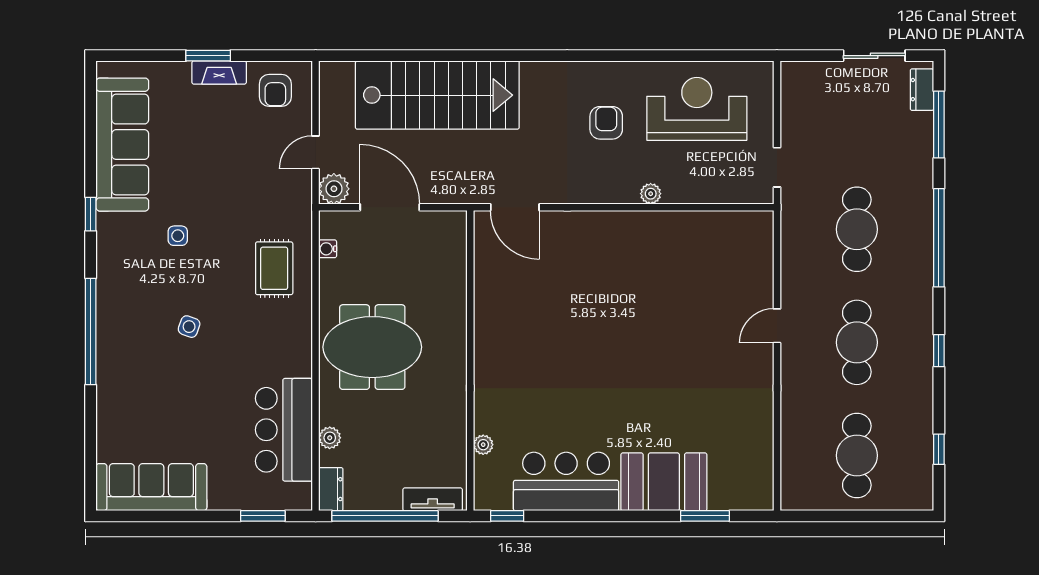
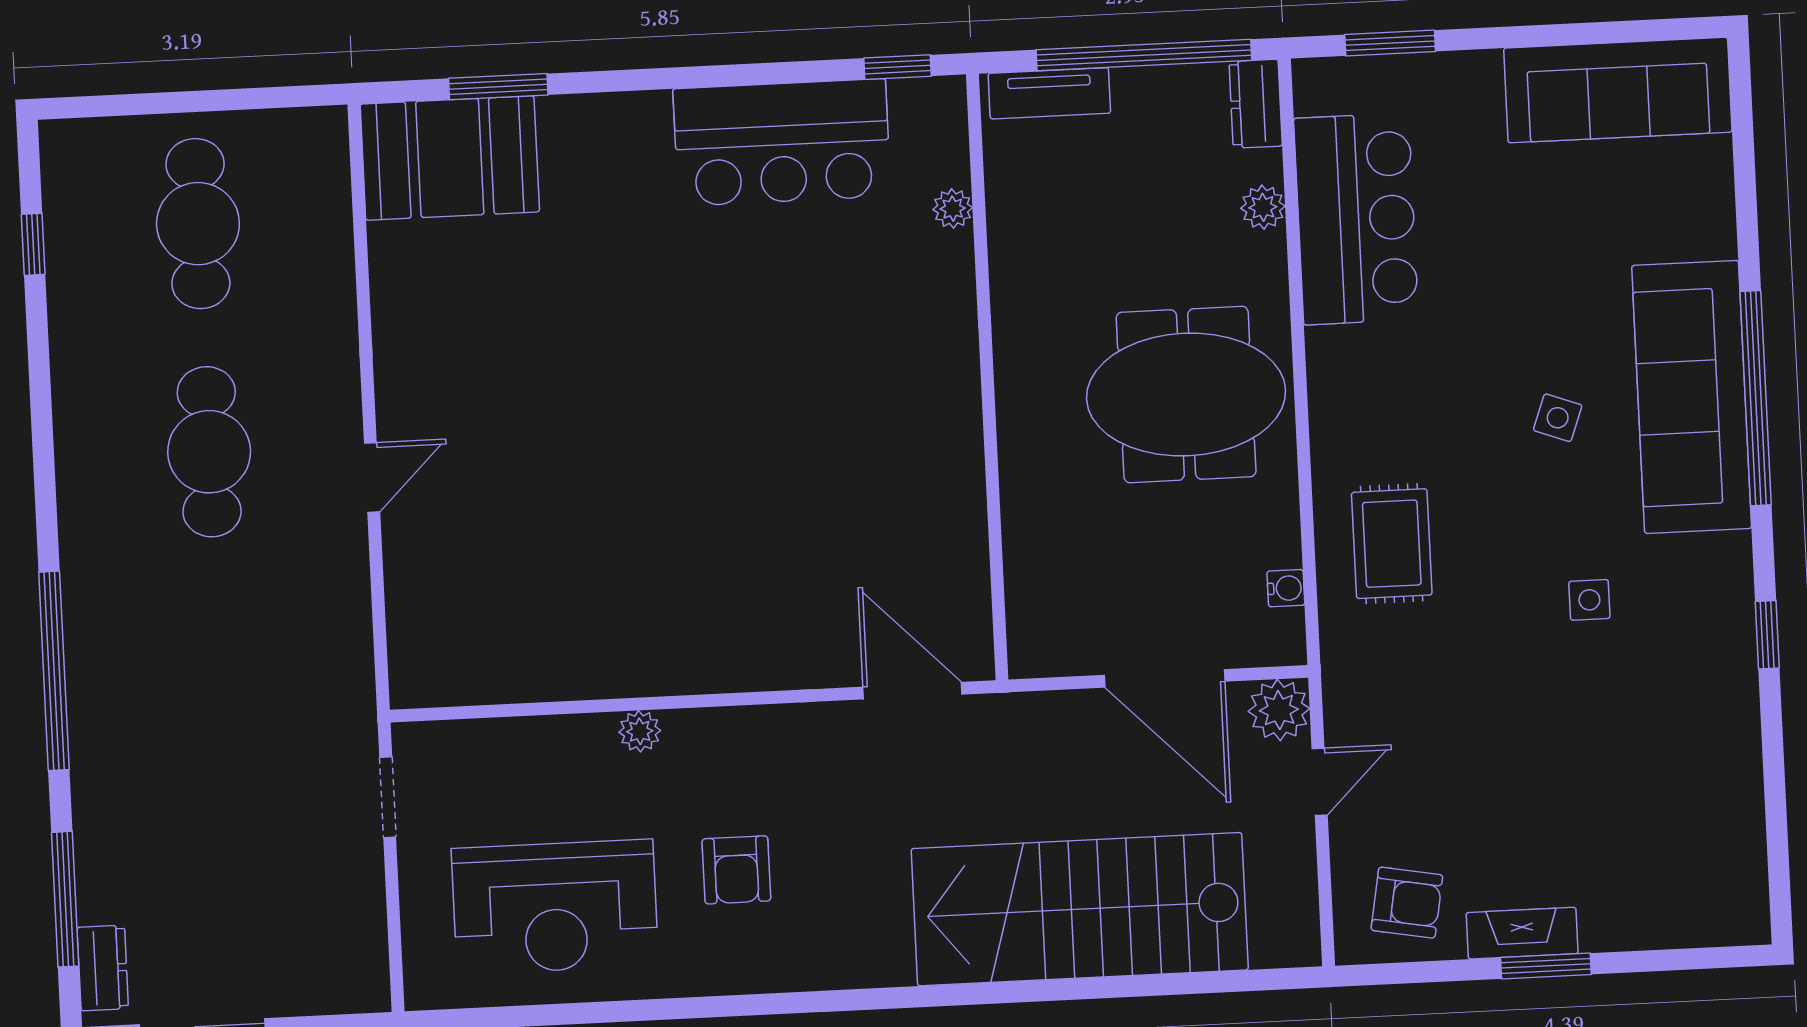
armchair: (275, 90) -> (1407, 903), turned 100
sofa: (122, 145) -> (1692, 397), moved
cafe table: (857, 229) -> (220, 680), removed
window: (939, 351) -> (43, 443), removed
booth: (664, 482) -> (450, 158), moved

